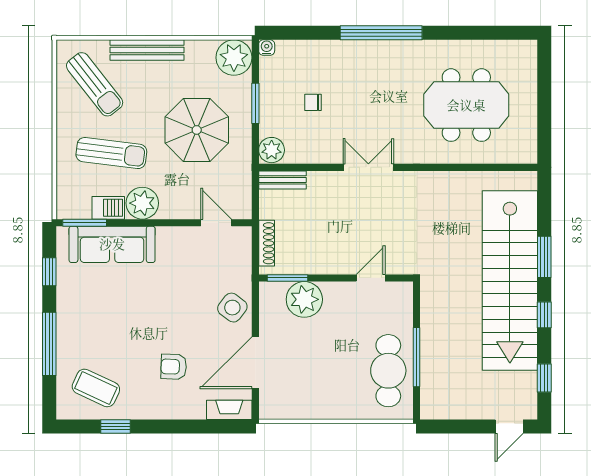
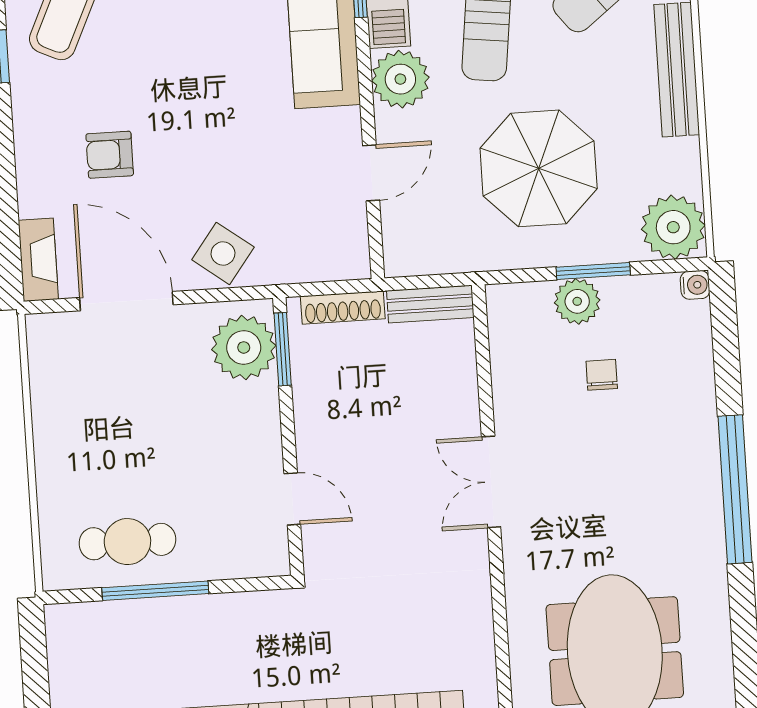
plant: (272, 150) -> (577, 301), moved
double door: (368, 167) -> (491, 482), swing flipped
bench: (282, 180) -> (430, 304), moved, turned 90
door: (216, 223) -> (371, 173), moved
plant: (304, 299) -> (244, 347), moved
armchair: (174, 367) -> (110, 155), turned -92
cafe table: (388, 371) -> (127, 542), width x0.73, depth x0.74

